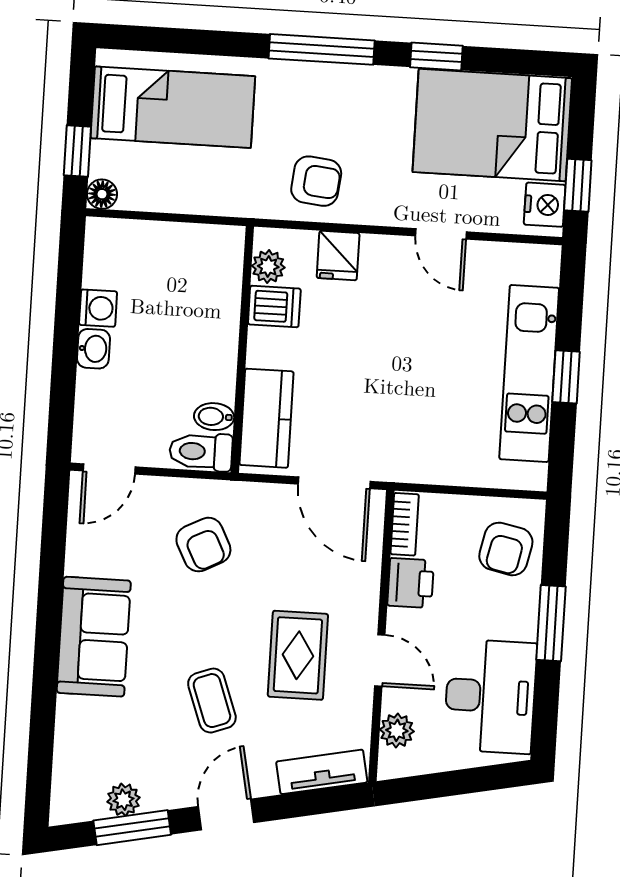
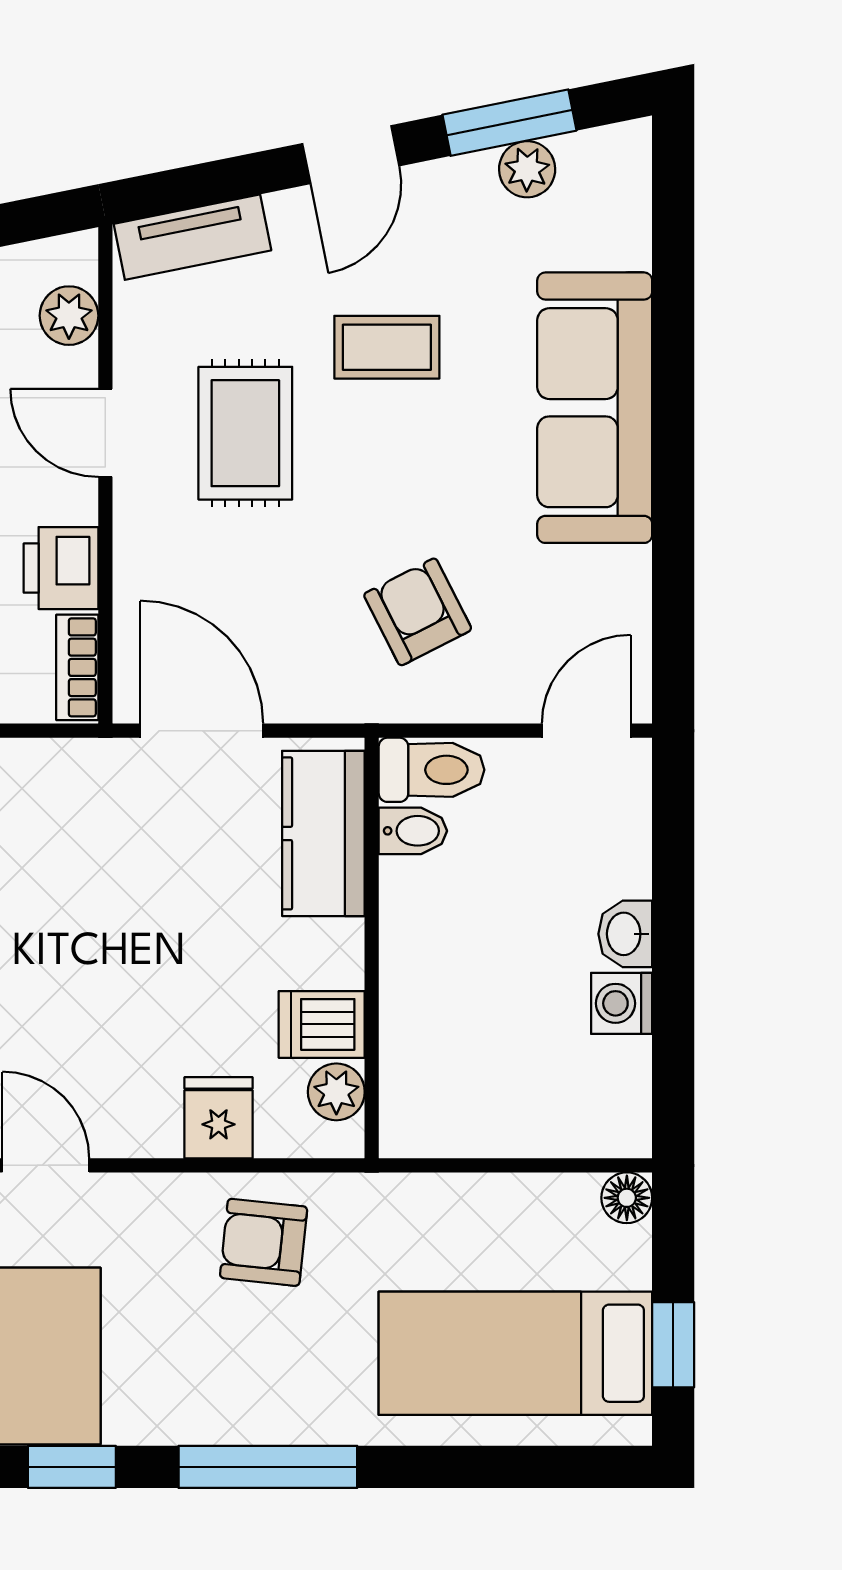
window: (77, 151) -> (673, 1345), moved
sofa: (94, 637) -> (595, 408), width x1.36
coffee table: (212, 701) -> (387, 347), turned -70

